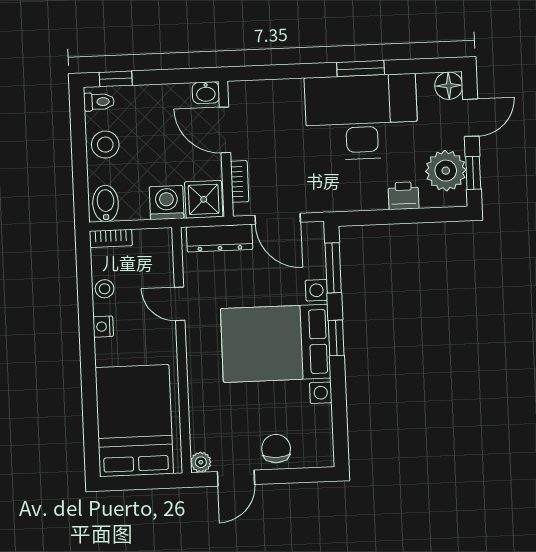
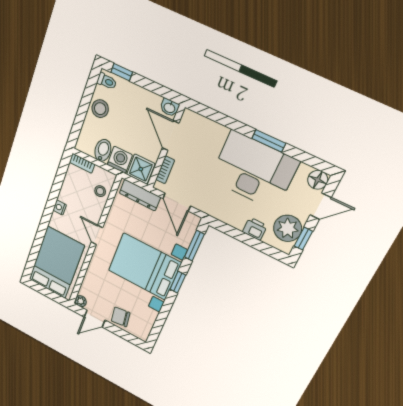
bidet: (106, 203) -> (103, 150), moved
stool: (105, 289) -> (100, 191), moved
door: (180, 304) -> (97, 235), moved
chair: (276, 449) -> (121, 317), turned -98

